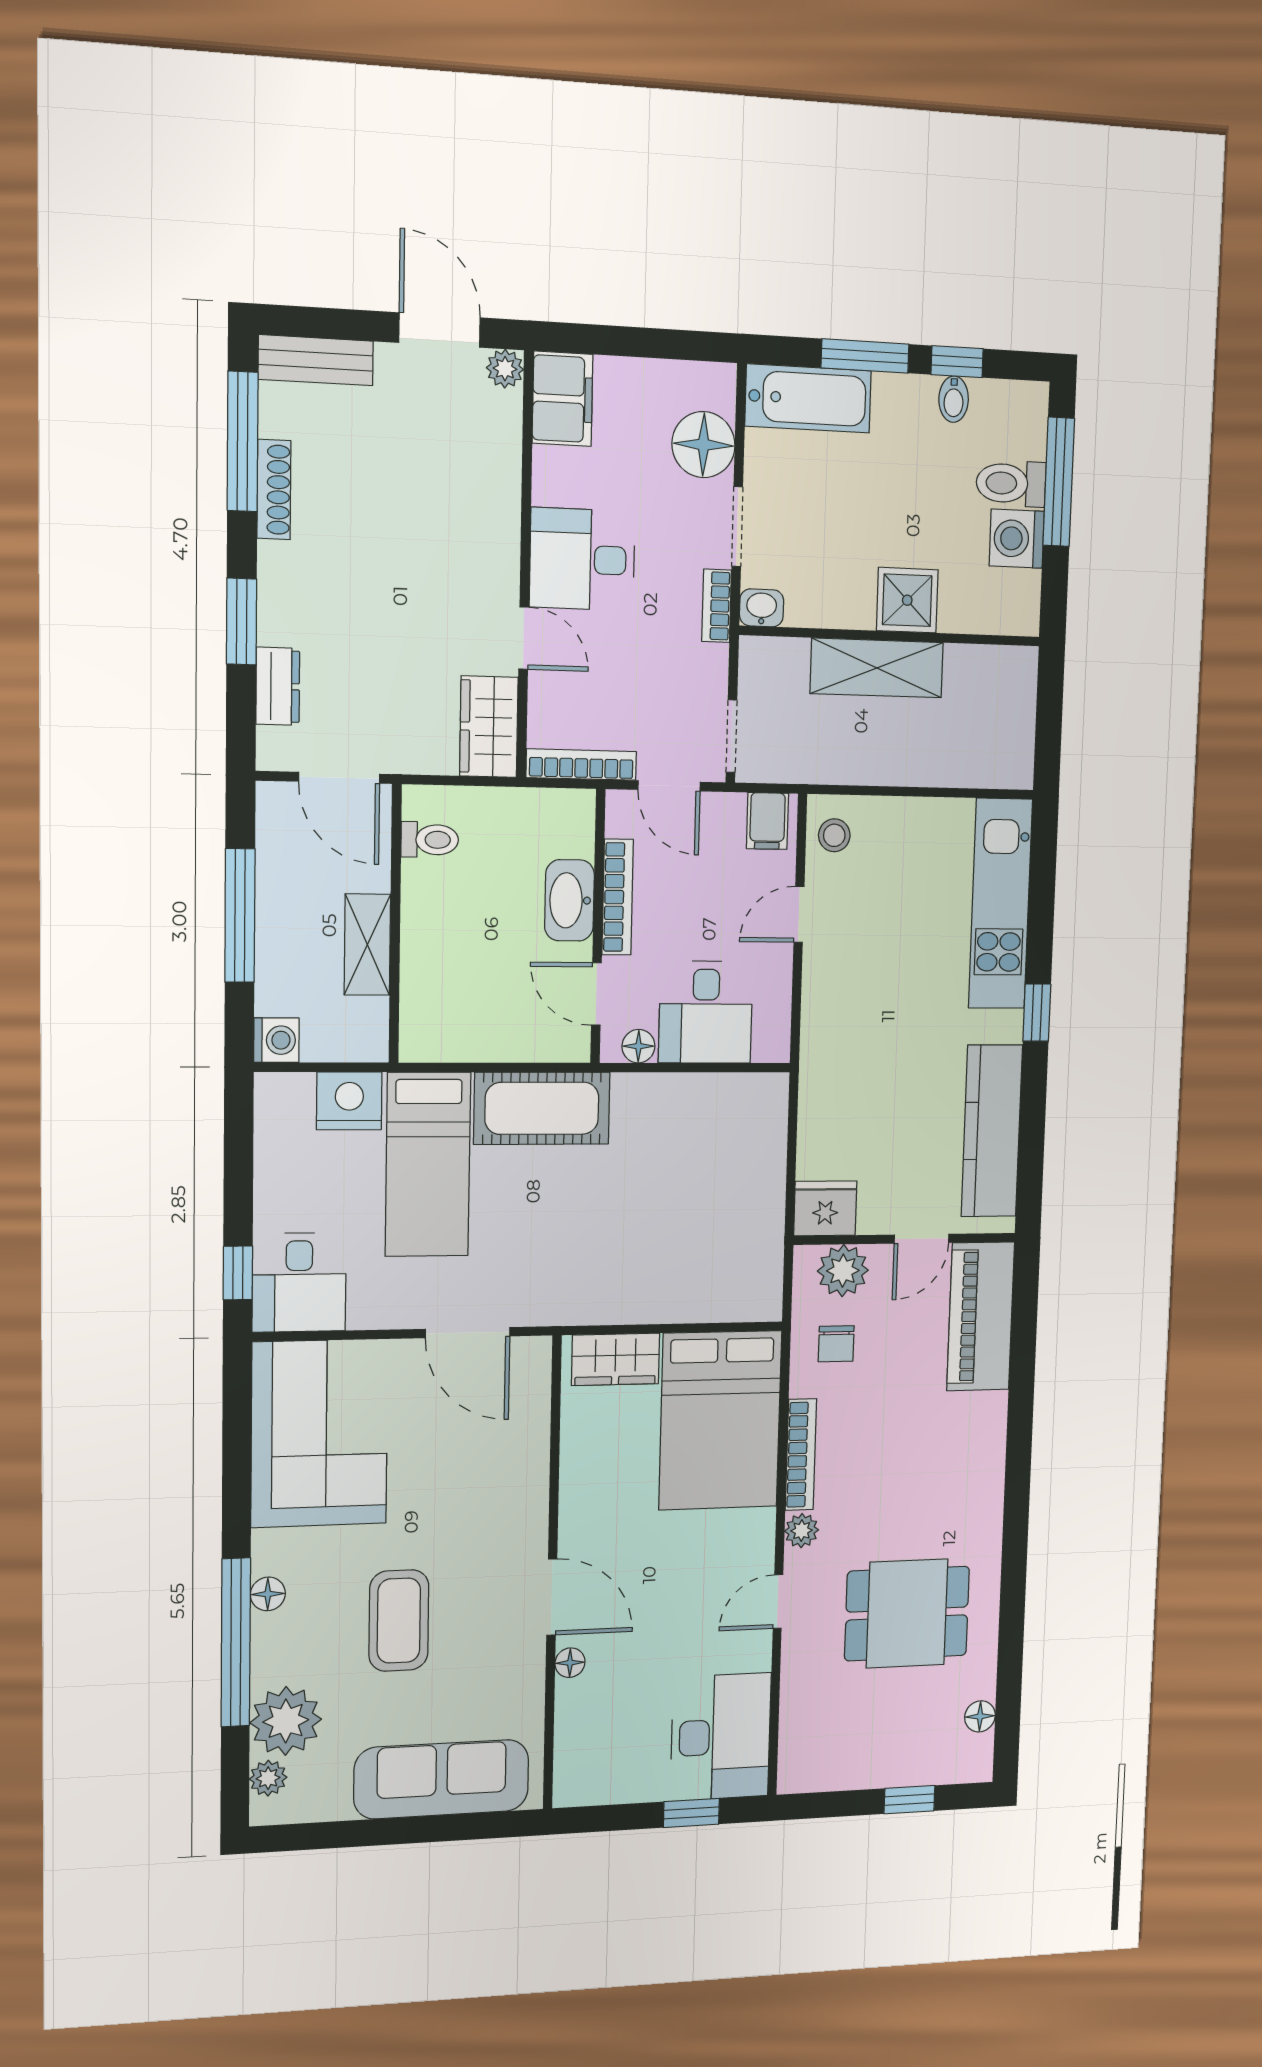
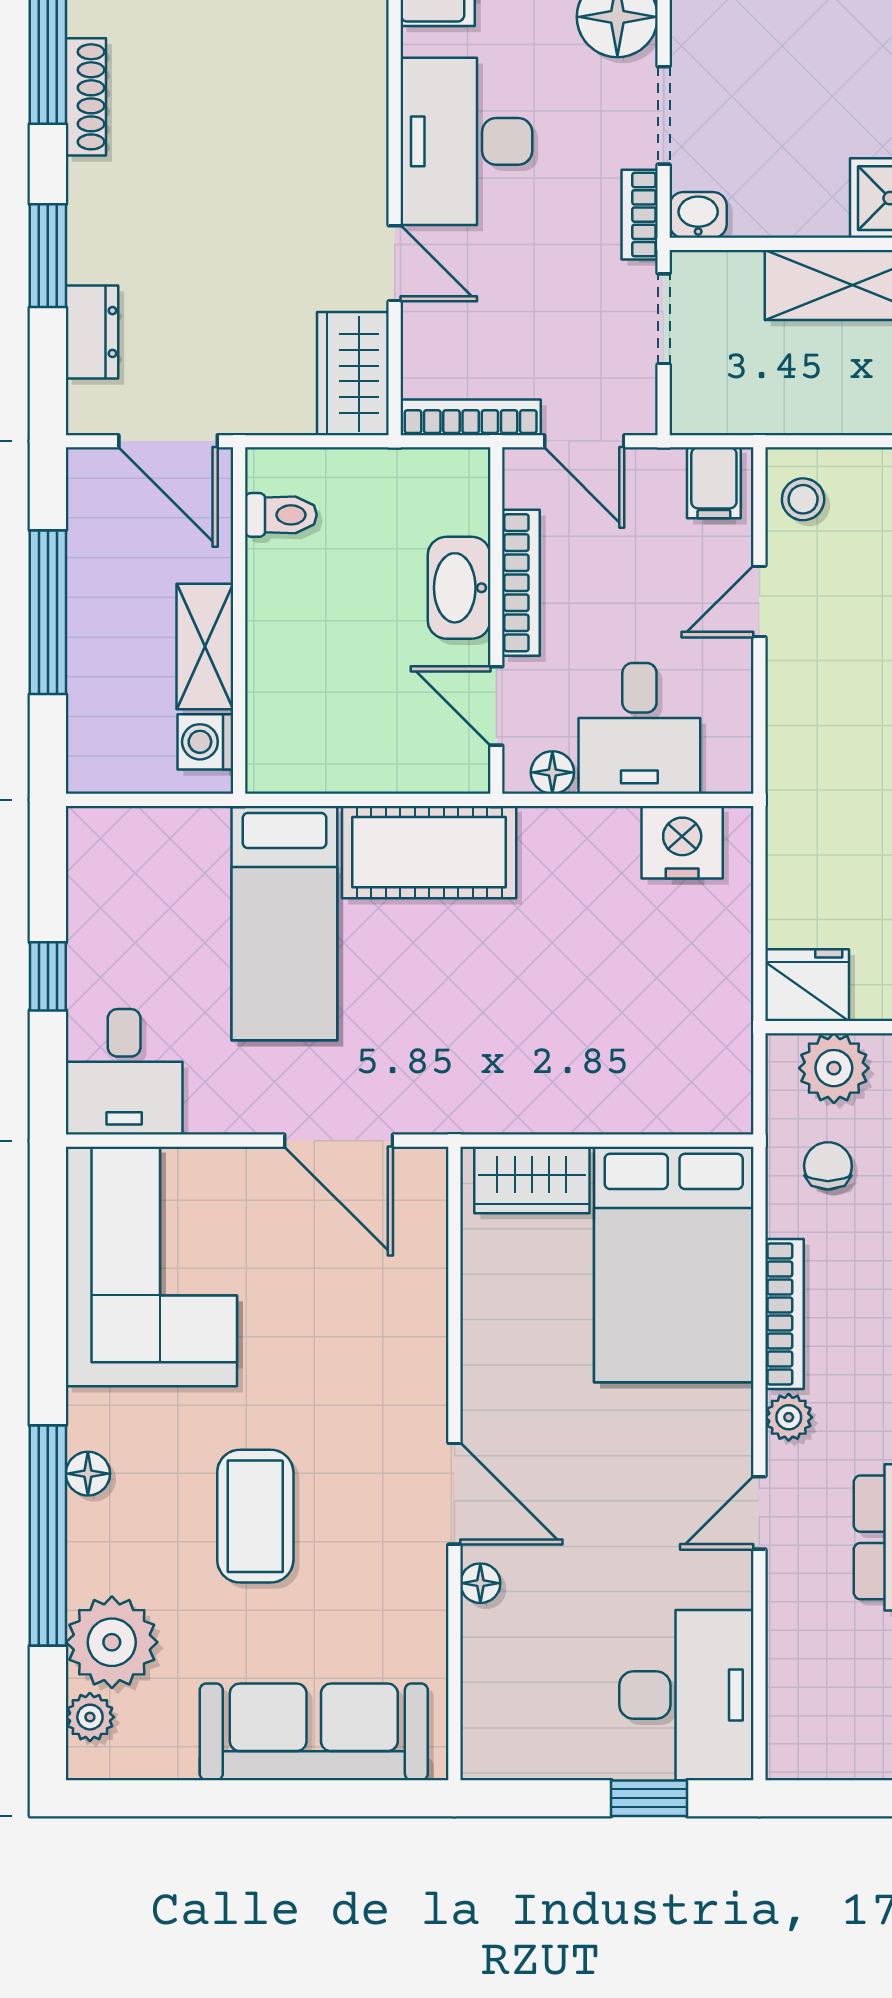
desk: (582, 559) -> (466, 141), width x1.37
doorway: (732, 736) -> (664, 319), moved
washing machine: (276, 1040) -> (205, 742), moved, turned 180
nightstand: (349, 1101) -> (682, 842), moved
window: (238, 1273) -> (48, 976), moved
chair: (836, 1344) -> (828, 1166), turned 180

